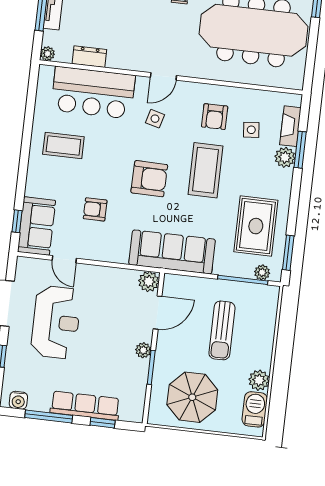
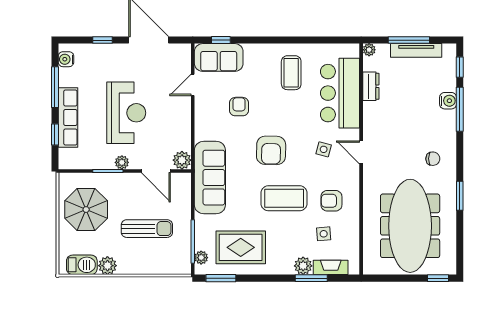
reception desk: (56, 322) -> (126, 113), moved, turned -90
sun lounger: (222, 330) -> (147, 229), turned 180

